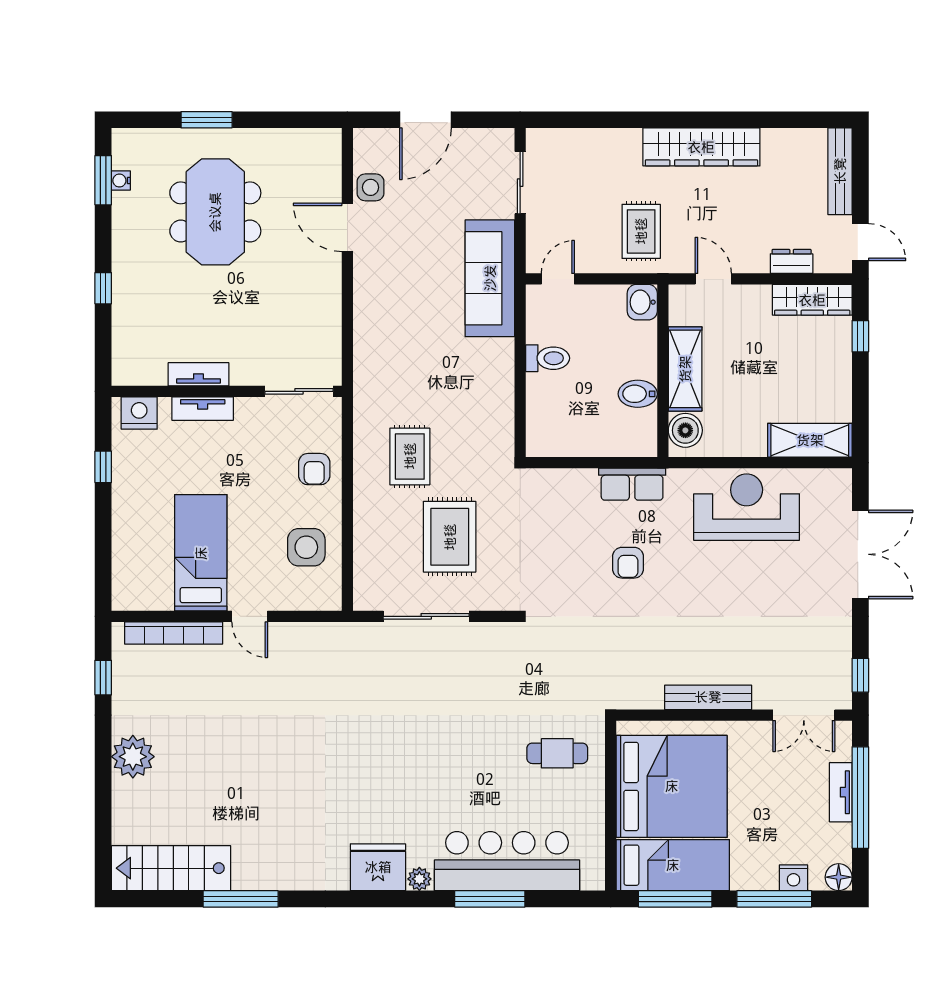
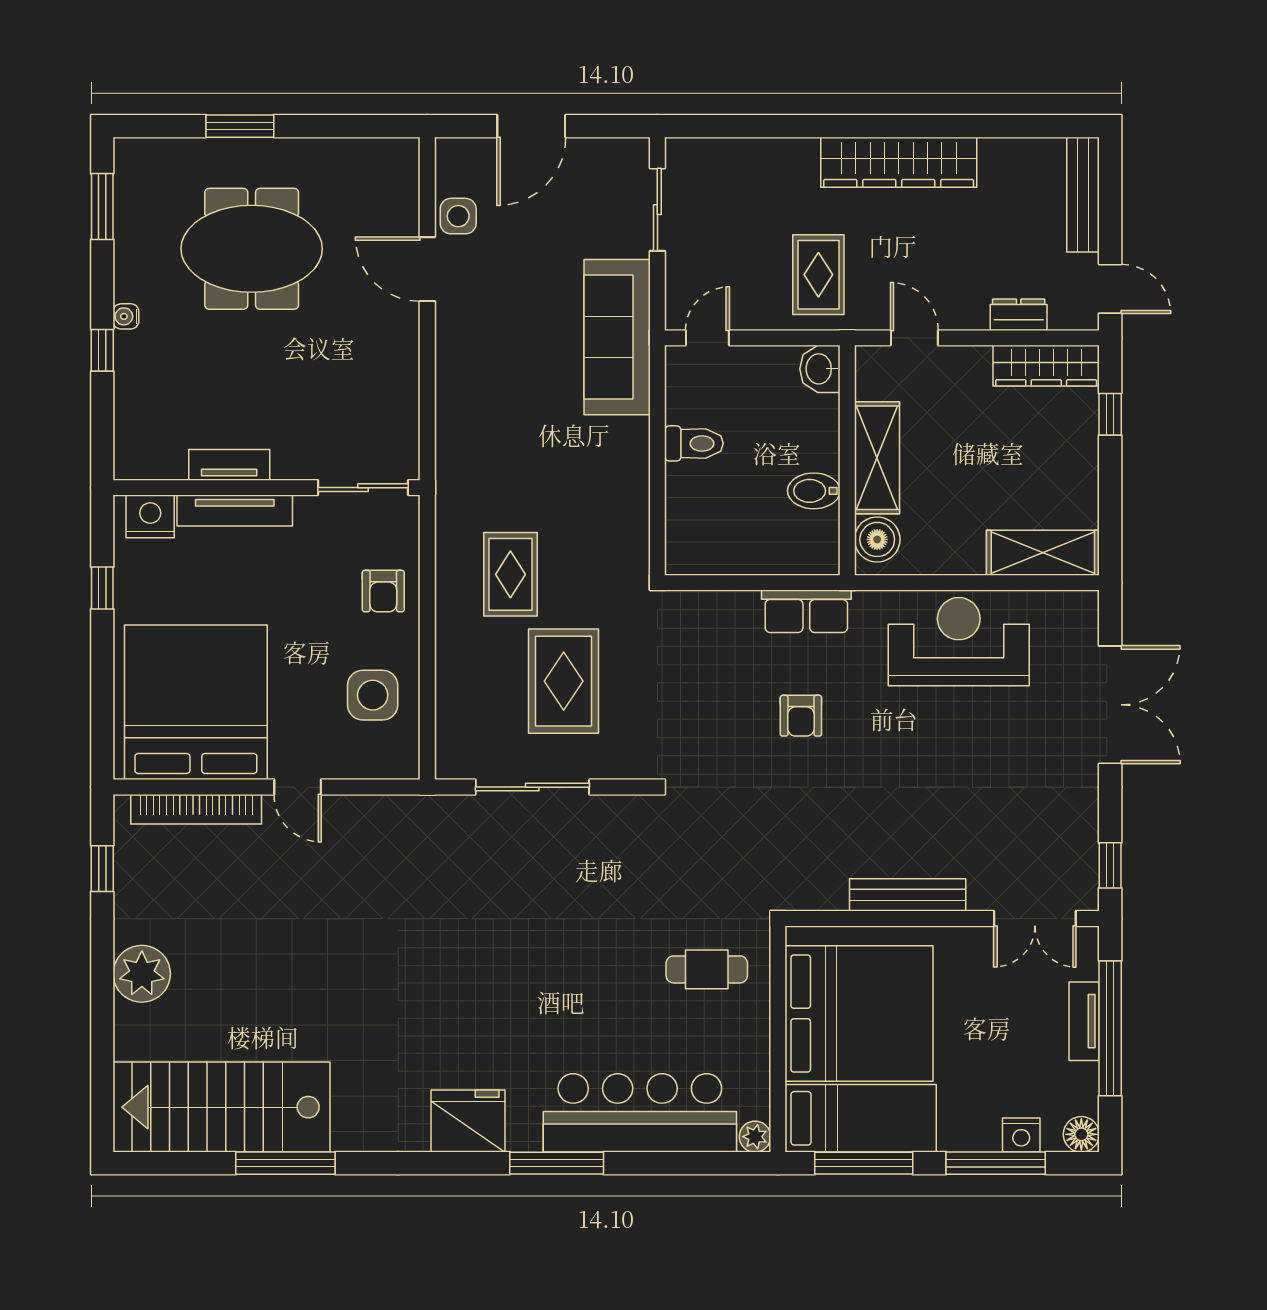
water cooler: (121, 181) -> (126, 316), moved
meeting table: (215, 212) -> (252, 249), turned 90
tv unit: (203, 409) -> (235, 511), width x1.41
bed: (201, 553) -> (196, 702), width x2.04
stairs: (171, 868) -> (222, 1107), width x1.36, depth x1.51
plant: (419, 879) -> (755, 1137), moved
window: (490, 899) -> (557, 1163), moved

